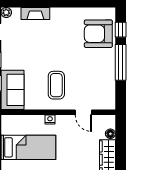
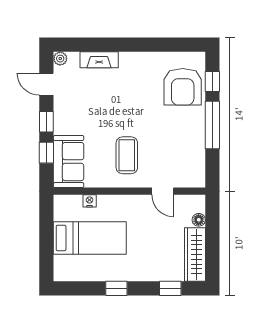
armchair: (98, 34) -> (183, 87), turned -90
nightstand: (50, 120) -> (90, 201), moved

